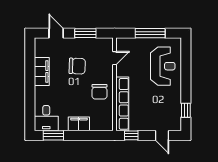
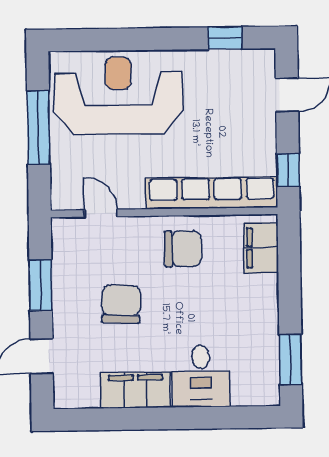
reception desk: (163, 66) -> (118, 96), width x1.36, depth x1.30
desk: (46, 118) -> (201, 376), moved, turned 90
filing cabinet: (79, 124) -> (261, 248), moved

